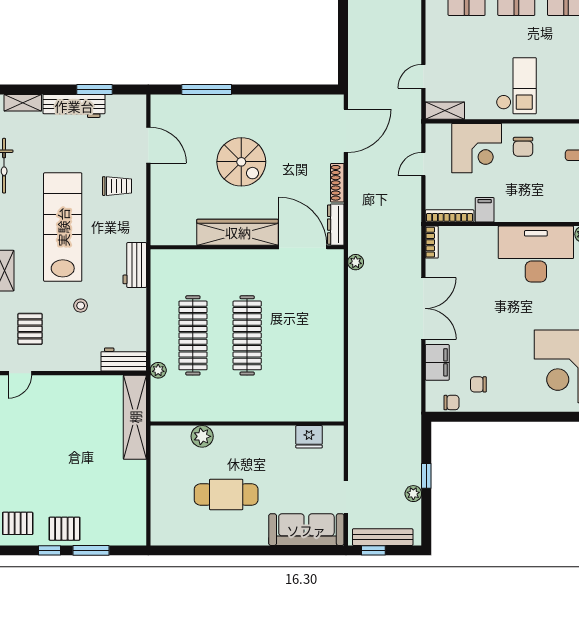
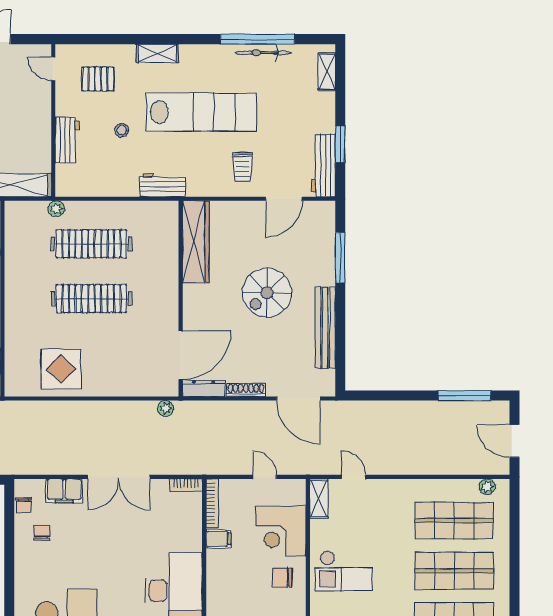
bench: (276, 104) -> (325, 328), added
workbench: (74, 106) -> (324, 166), moved
wardrobe: (238, 232) -> (196, 242), moved
workbench: (124, 360) -> (67, 140), moved
display table: (317, 365) -> (61, 369), added

